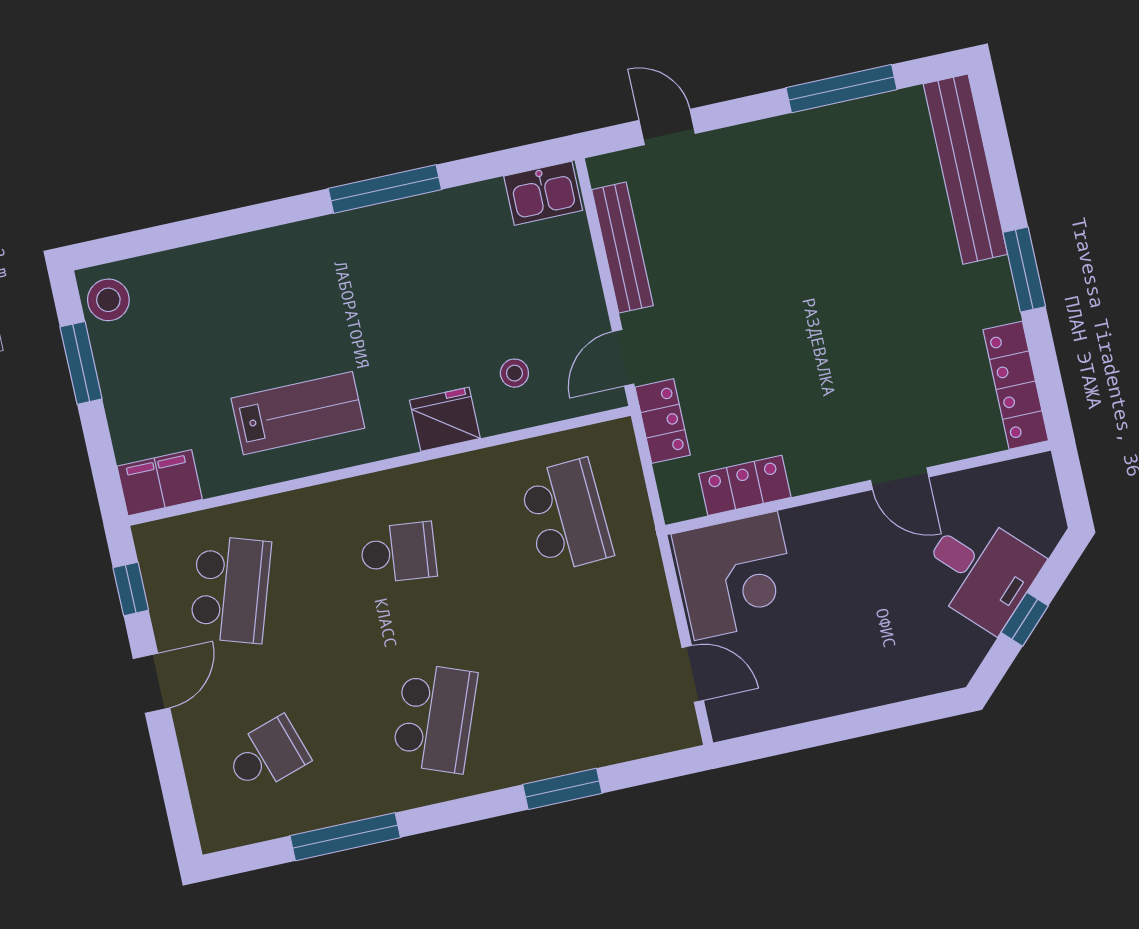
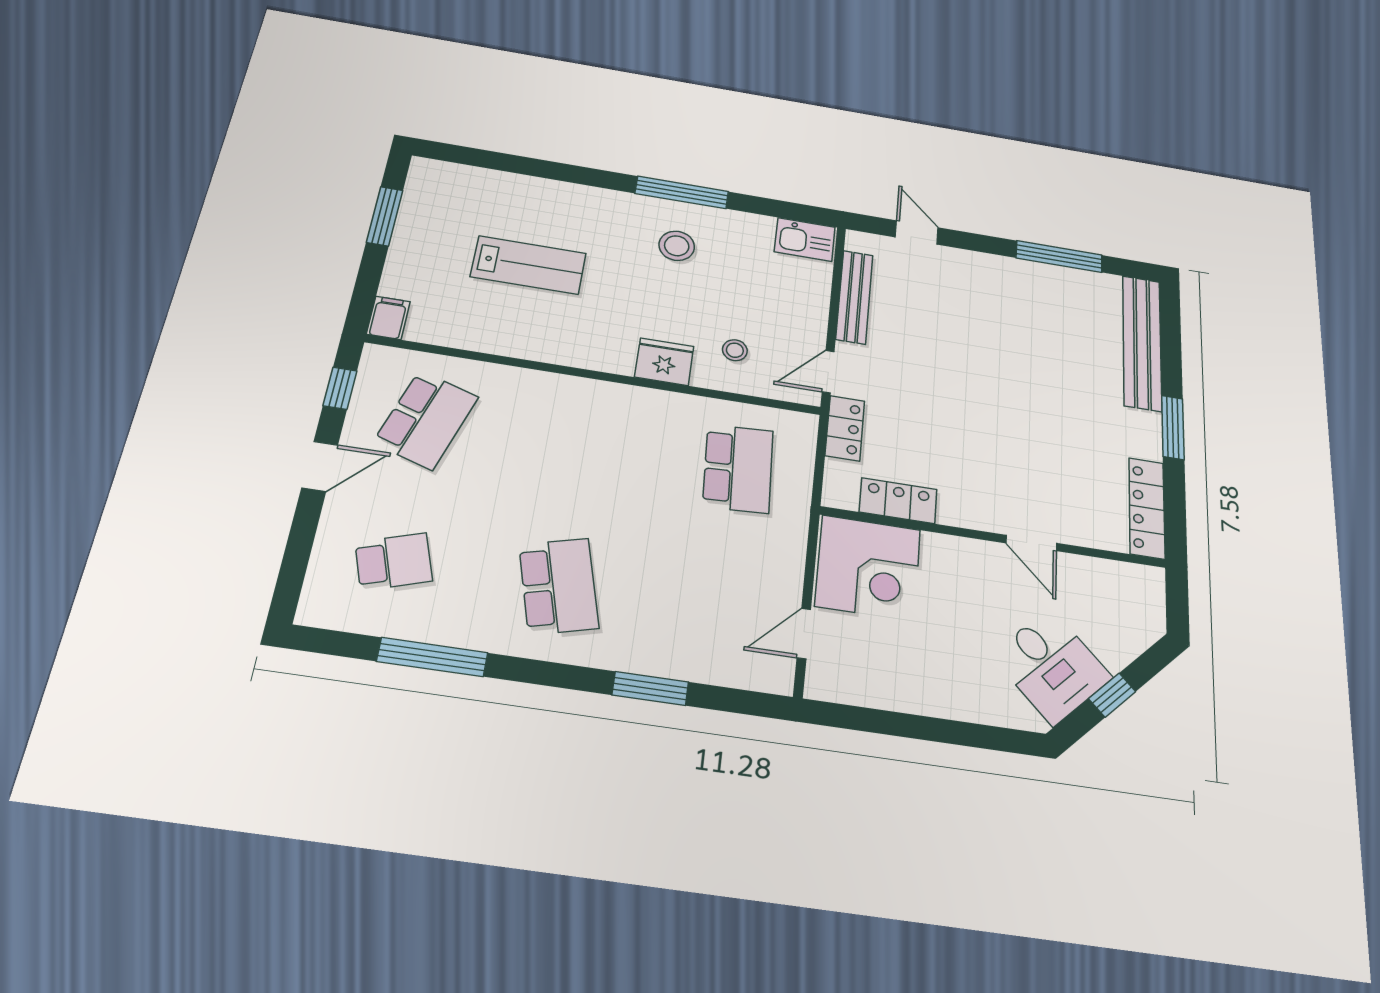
stool: (108, 300) -> (677, 246), moved
lab bench: (298, 413) -> (528, 265), moved
filing cabinet: (160, 483) -> (388, 318), width x0.50
school desk: (398, 553) -> (583, 444), removed
desk: (980, 571) -> (1051, 666), moved
door: (693, 674) -> (804, 634), swing flipped
school desk: (435, 718) -> (559, 586), turned -36

